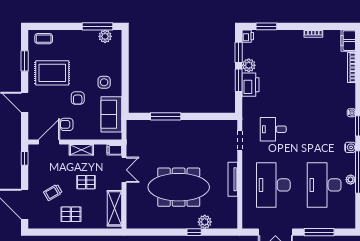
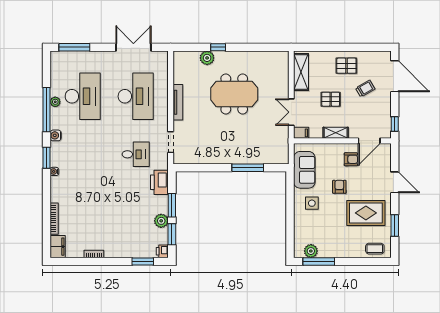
printer: (251, 85) -> (159, 182), moved
meeting table: (179, 187) -> (234, 94), width x0.73
window: (319, 232) -> (74, 47), moved

